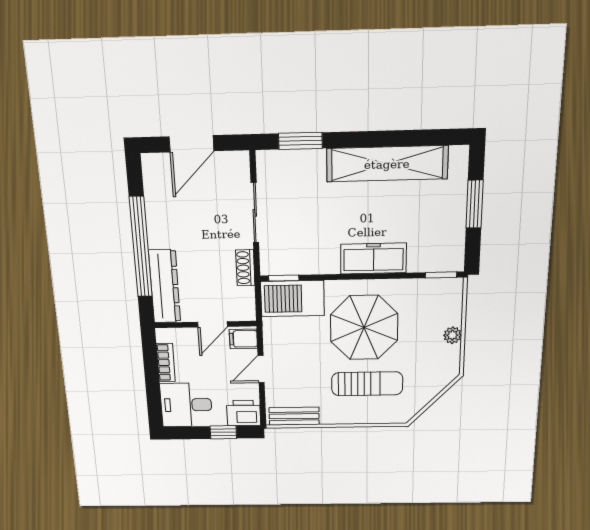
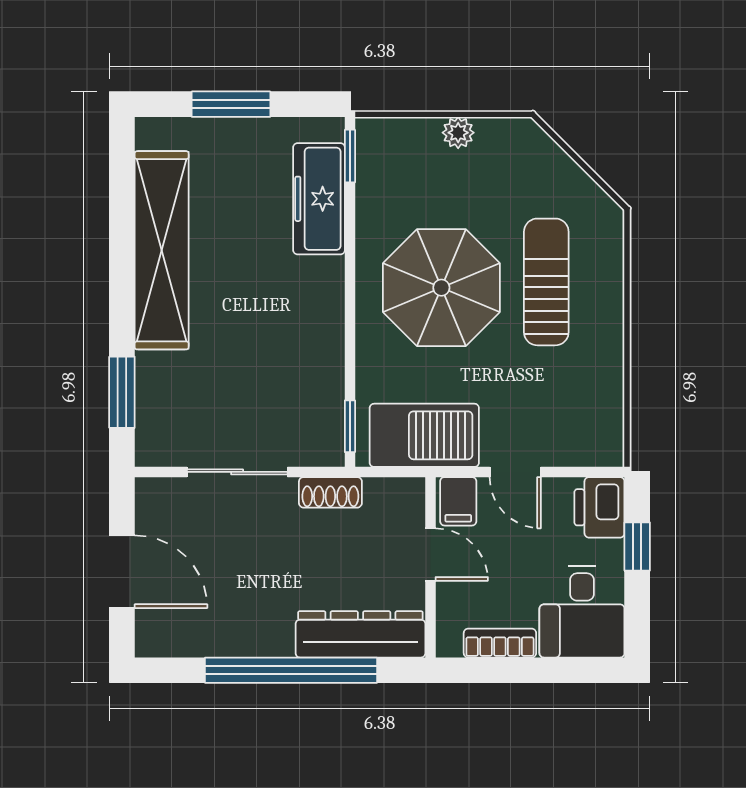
freezer: (373, 258) -> (319, 199), moved
barbecue: (293, 299) -> (424, 435), moved, turned -90
bench: (294, 416) -> (607, 415), removed

